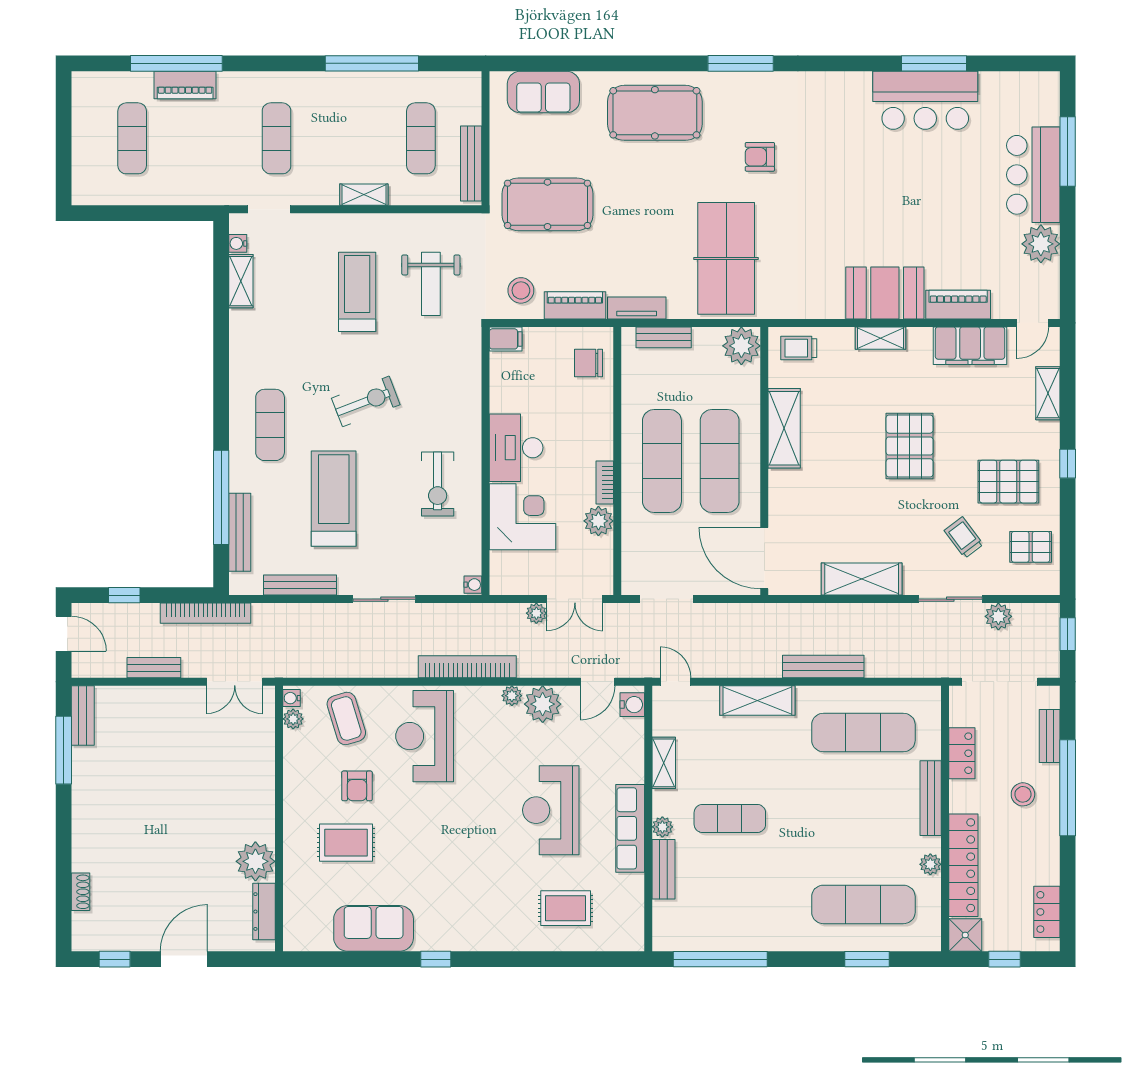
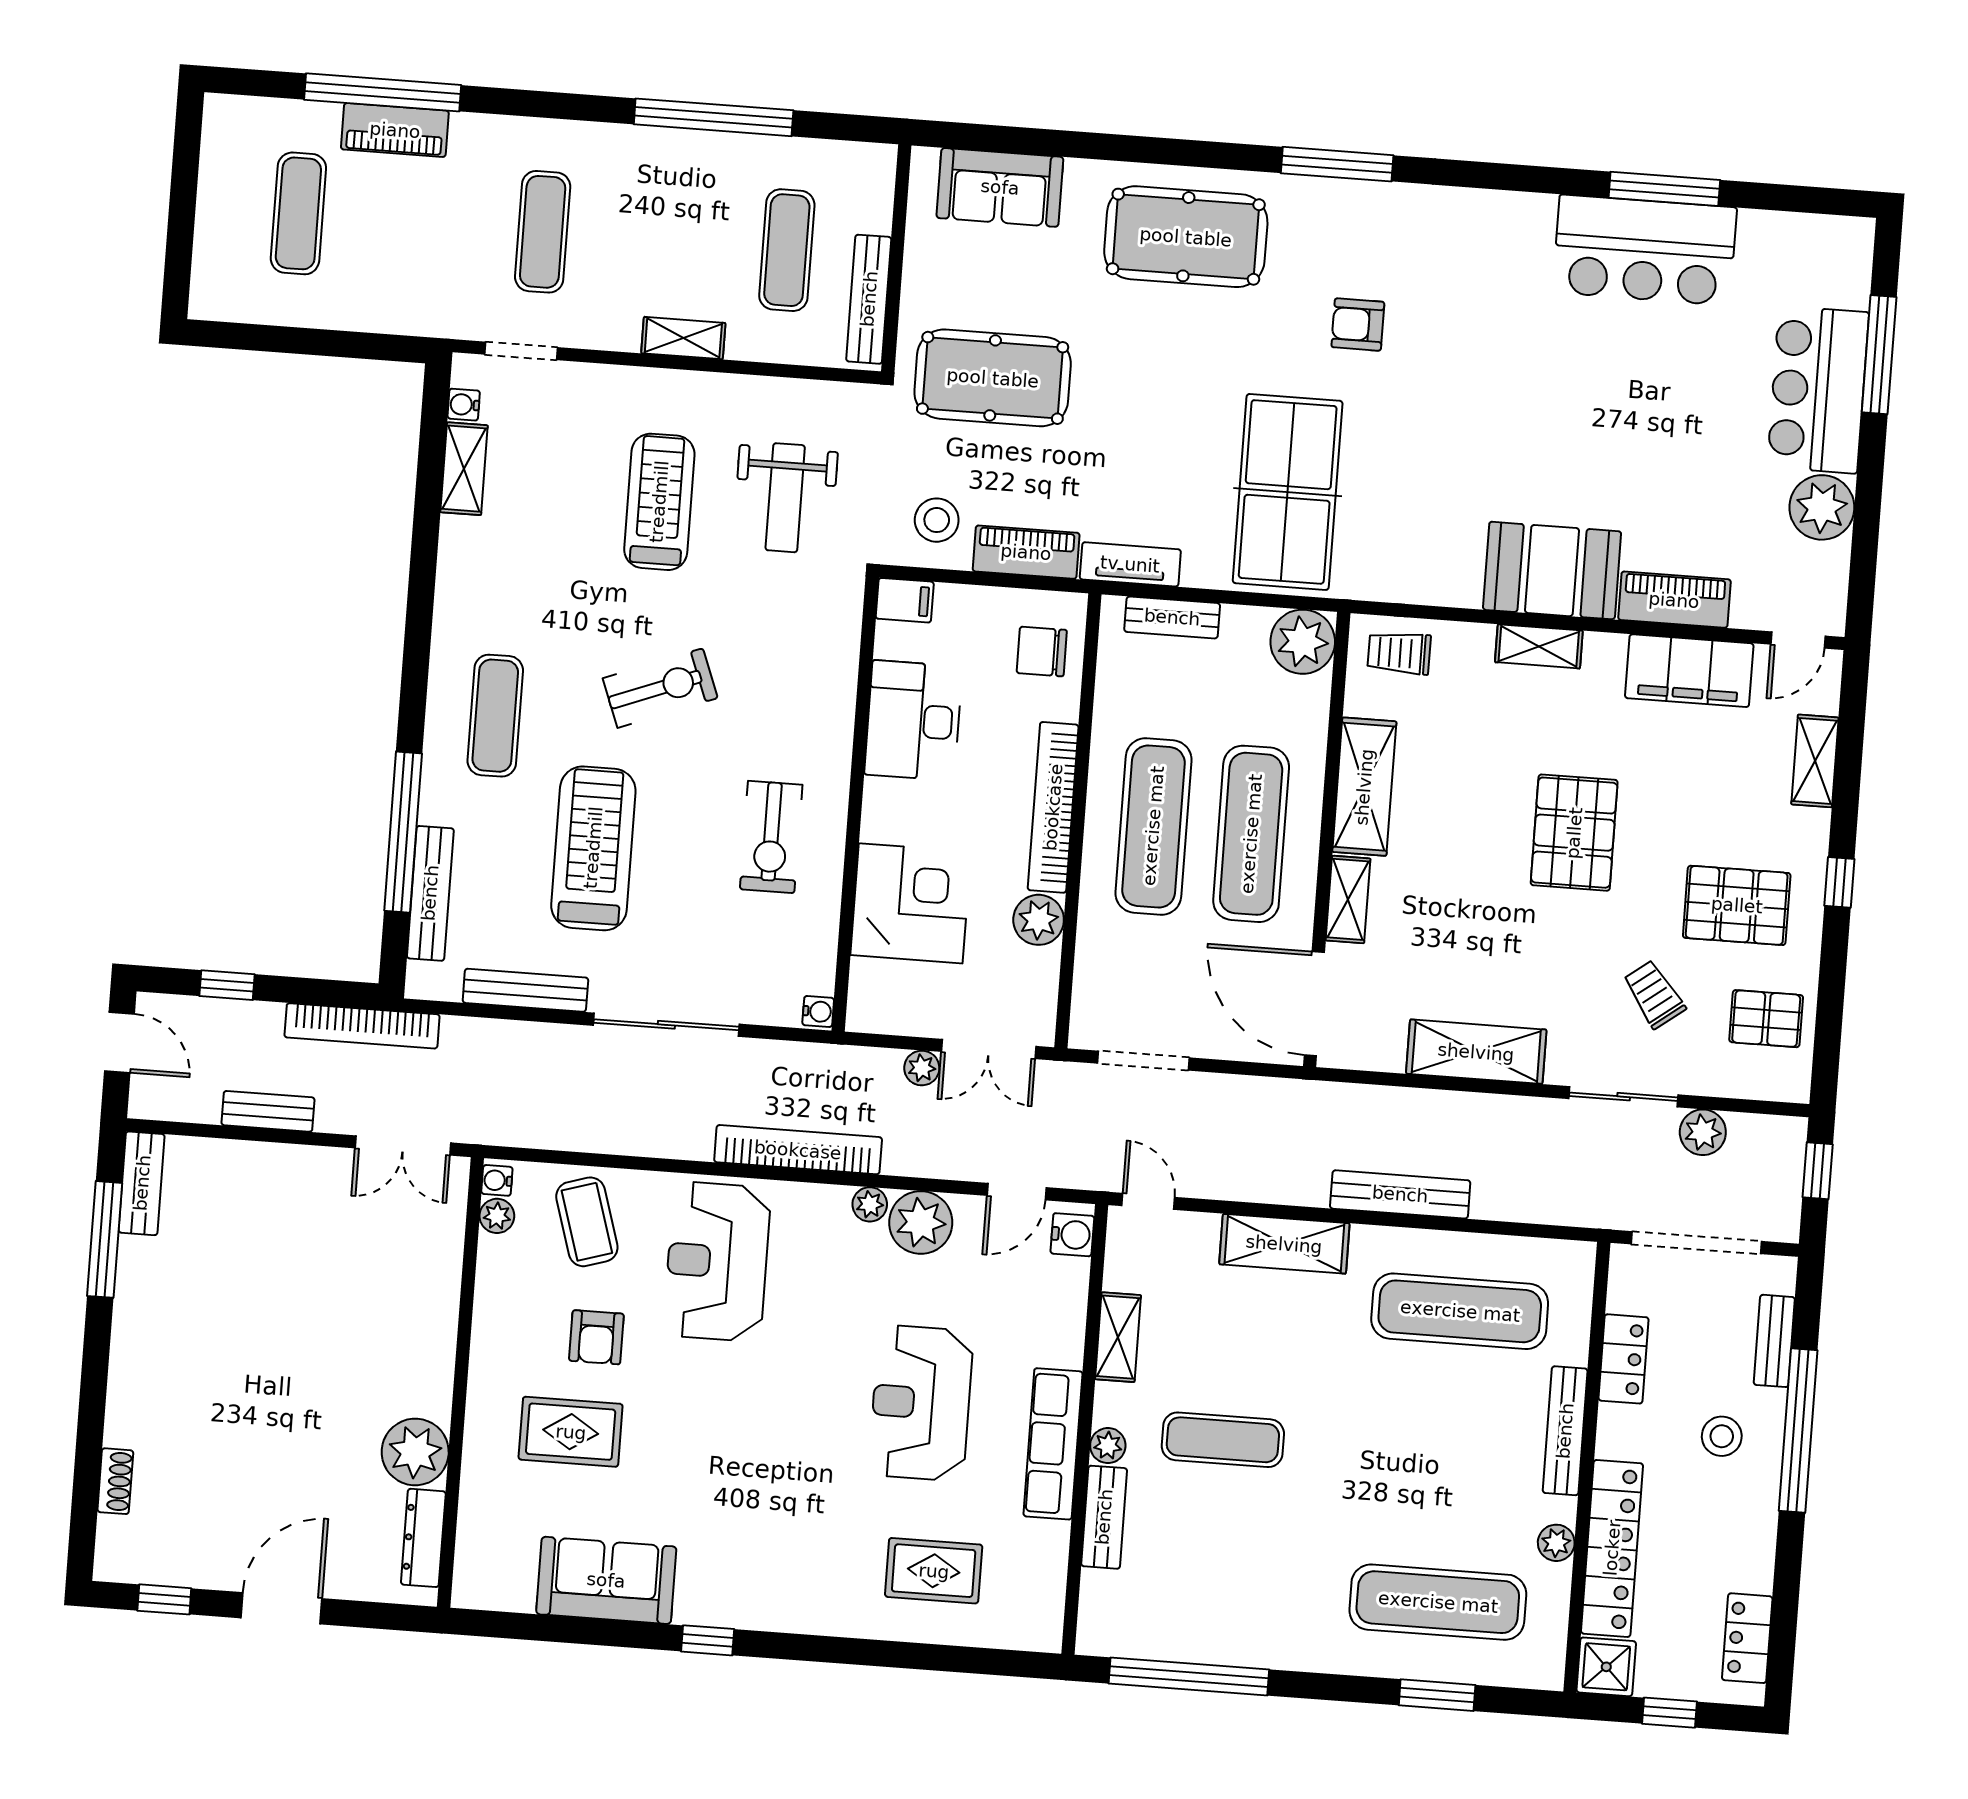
desk: (516, 448) -> (913, 720), moved
bookcase: (605, 482) -> (1053, 807), width x2.31, depth x1.31
shelving: (780, 495) -> (1348, 899), added
sliding door: (384, 599) -> (666, 1025), width x1.37

